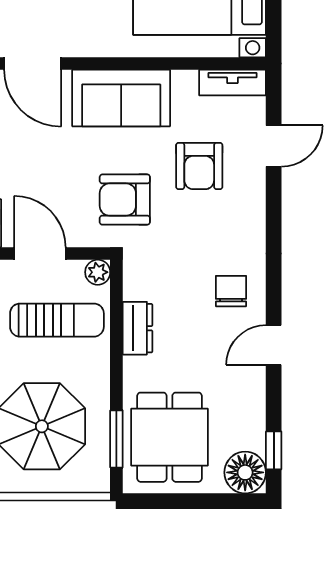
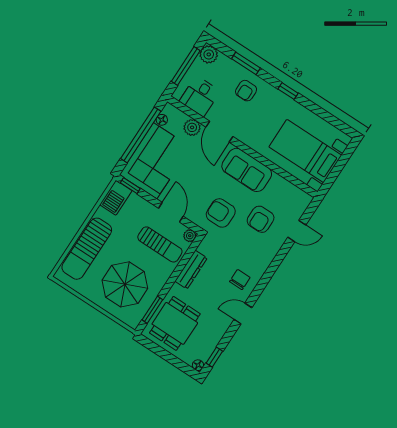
tv unit: (232, 82) -> (297, 194), removed
dresser: (137, 328) -> (191, 270), width x1.44
floor lamp: (245, 472) -> (198, 365), width x0.53, depth x0.53

